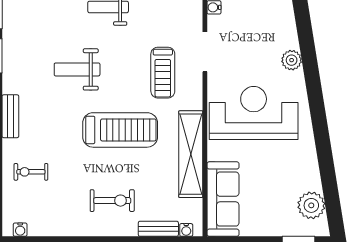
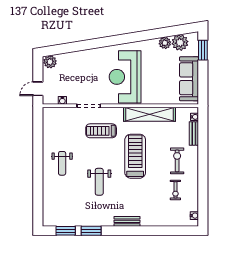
plant: (292, 60) -> (165, 43), moved
treadmill: (163, 73) -> (101, 131), turned 180
exercise bike: (31, 172) -> (175, 190), moved
sofa: (223, 199) -> (189, 79), moved, turned -90

